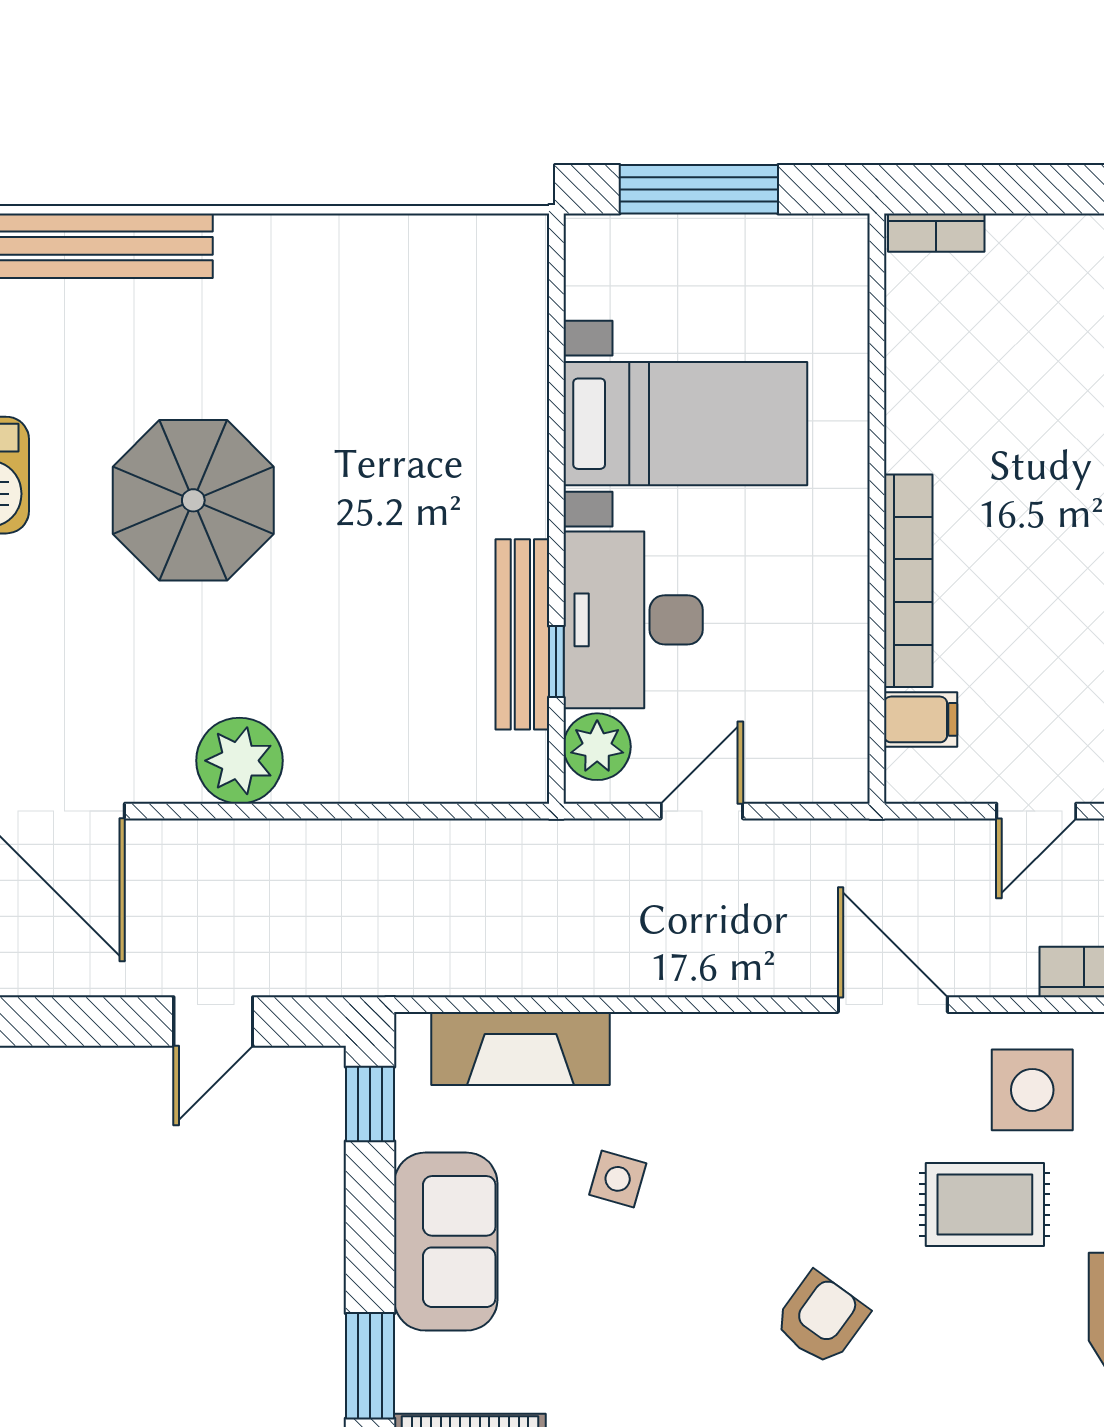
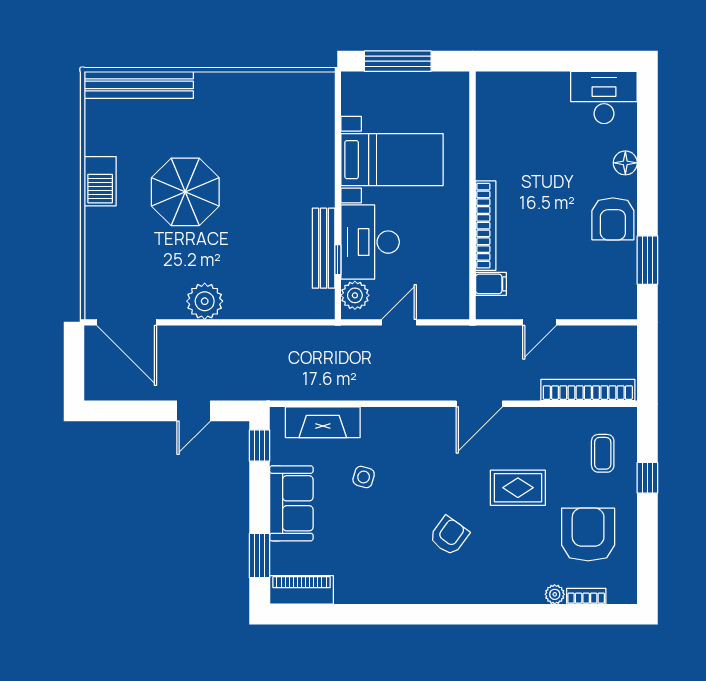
bookcase: (936, 233) -> (497, 79), removed
door: (893, 1005) -> (479, 404), swing flipped
side table: (1032, 1090) -> (538, 440), removed

